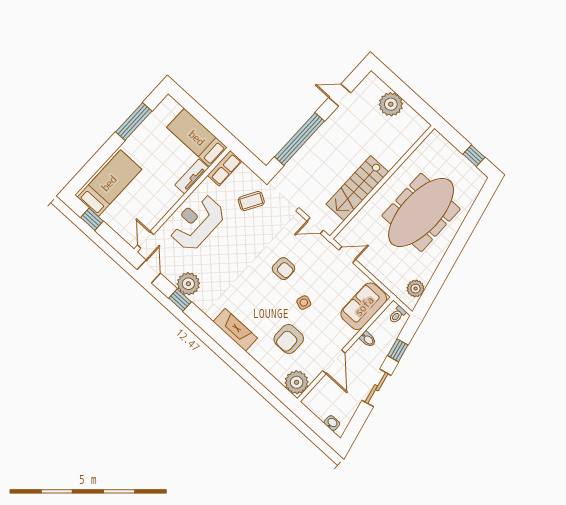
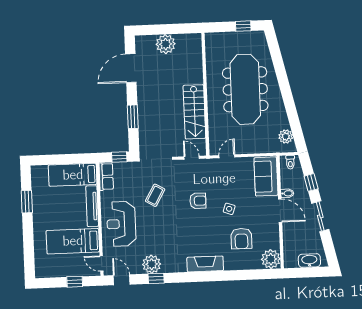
door: (340, 95) -> (131, 68), width x1.87
window: (134, 121) -> (27, 202), width x0.69
window: (300, 139) -> (133, 117), width x0.47
window: (253, 162) -> (119, 157), added
tv unit: (192, 176) -> (92, 206), width x1.41
bed: (109, 183) -> (73, 241), moved, turned -90
coffee table: (251, 201) -> (155, 195), moved
window: (92, 219) -> (75, 282), moved
door: (315, 226) -> (192, 158), swing flipped
door: (334, 362) -> (280, 211), moved
washbasin: (332, 423) -> (309, 261), width x1.91, depth x1.45

